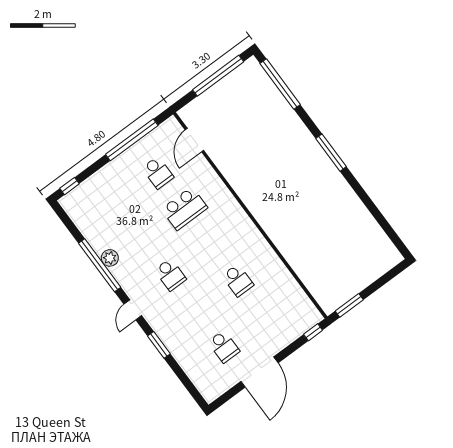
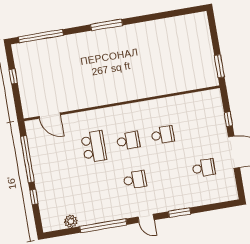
window: (218, 76) -> (13, 76), width x0.32
school desk: (158, 173) -> (128, 141), moved
window: (70, 186) -> (34, 197), moved
plant: (110, 258) -> (71, 221), moved
window: (313, 332) -> (228, 119), moved

